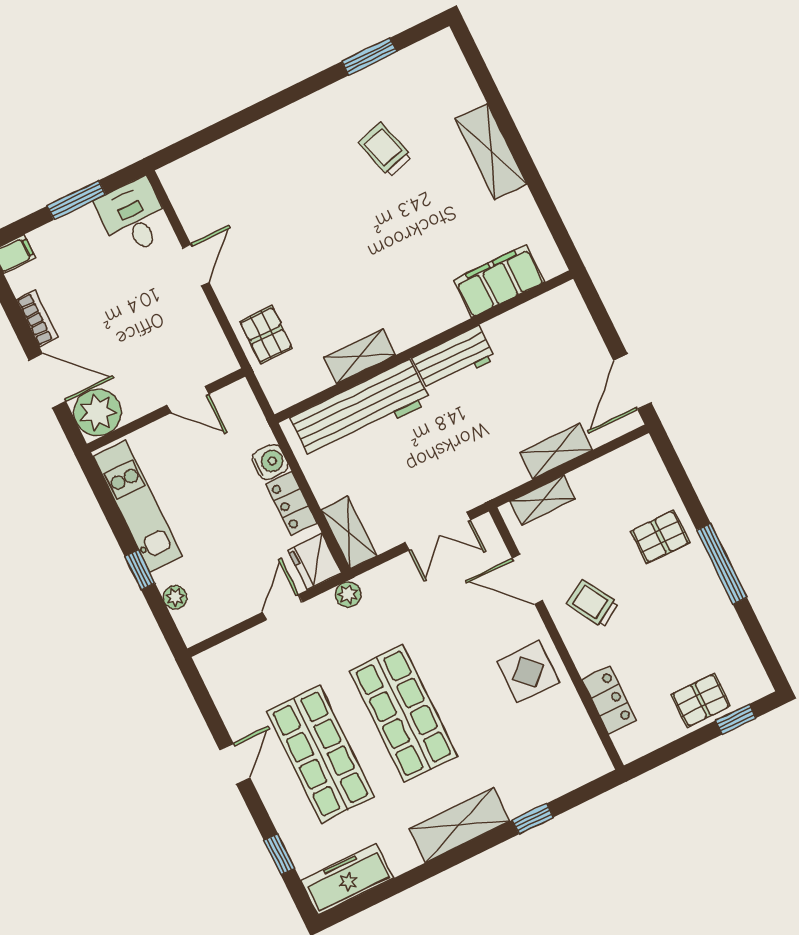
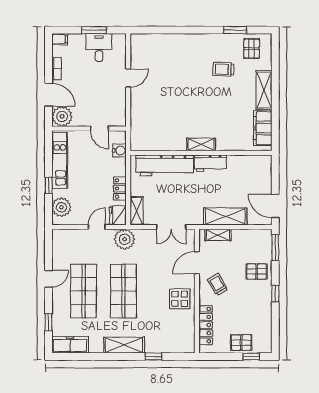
trolley: (385, 150) -> (223, 69), turned -72
desk: (134, 217) -> (99, 47), moved
filing cabinet: (499, 281) -> (263, 128), moved, turned -90
pallet: (266, 335) -> (252, 49), moved
shelving: (360, 356) -> (201, 144), moved
door: (632, 382) -> (275, 206), hinge flipped
shelving: (556, 451) -> (225, 216), width x1.50, depth x1.33
water cooler: (270, 462) -> (119, 151), moved
window: (675, 468) -> (275, 248), added
window: (722, 564) -> (275, 294), width x0.46
door: (527, 579) -> (197, 263), hinge flipped
plant: (348, 594) -> (125, 239), width x1.87, depth x1.87
plant: (175, 597) -> (61, 207), width x1.88, depth x1.88
locker: (609, 700) -> (206, 325), width x1.53

